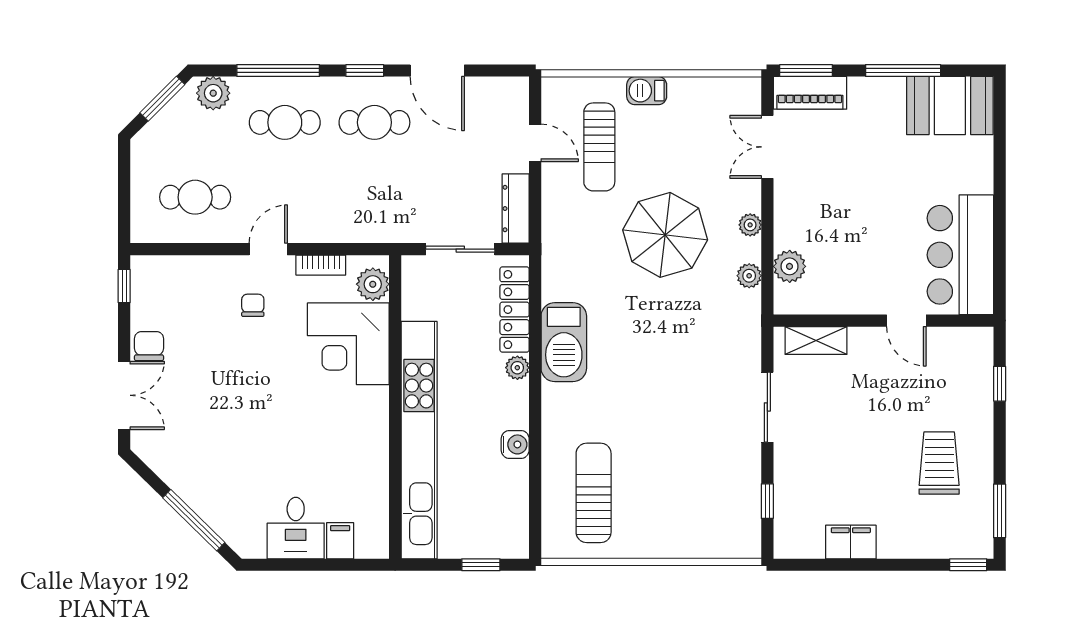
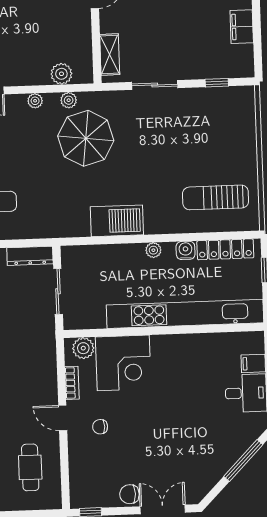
parasol: (665, 235) -> (86, 138), moved
locker: (515, 310) -> (225, 249), moved
plant: (517, 368) -> (153, 250), moved

